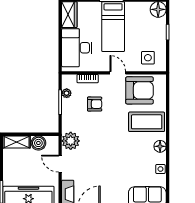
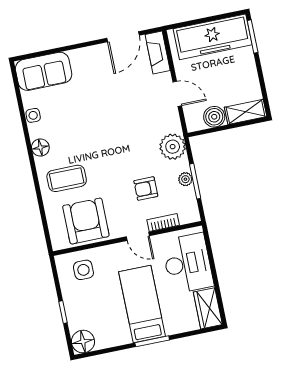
door: (118, 73) -> (138, 236), moved
armchair: (139, 90) -> (86, 221), turned 90
plant: (67, 93) -> (185, 179), moved
coffee table: (147, 122) -> (67, 178), width x0.73, depth x0.76
plant: (71, 141) -> (173, 147), moved

